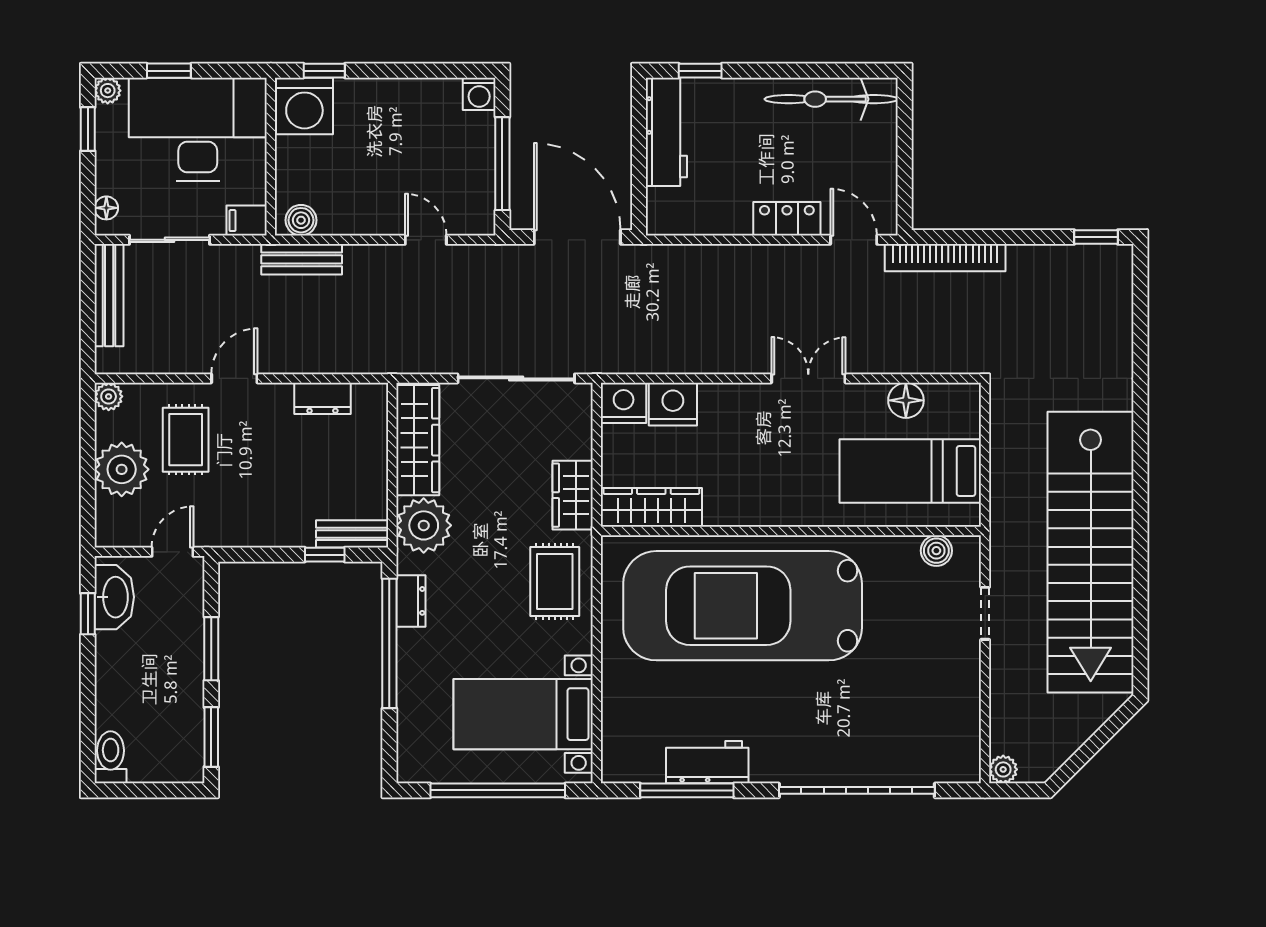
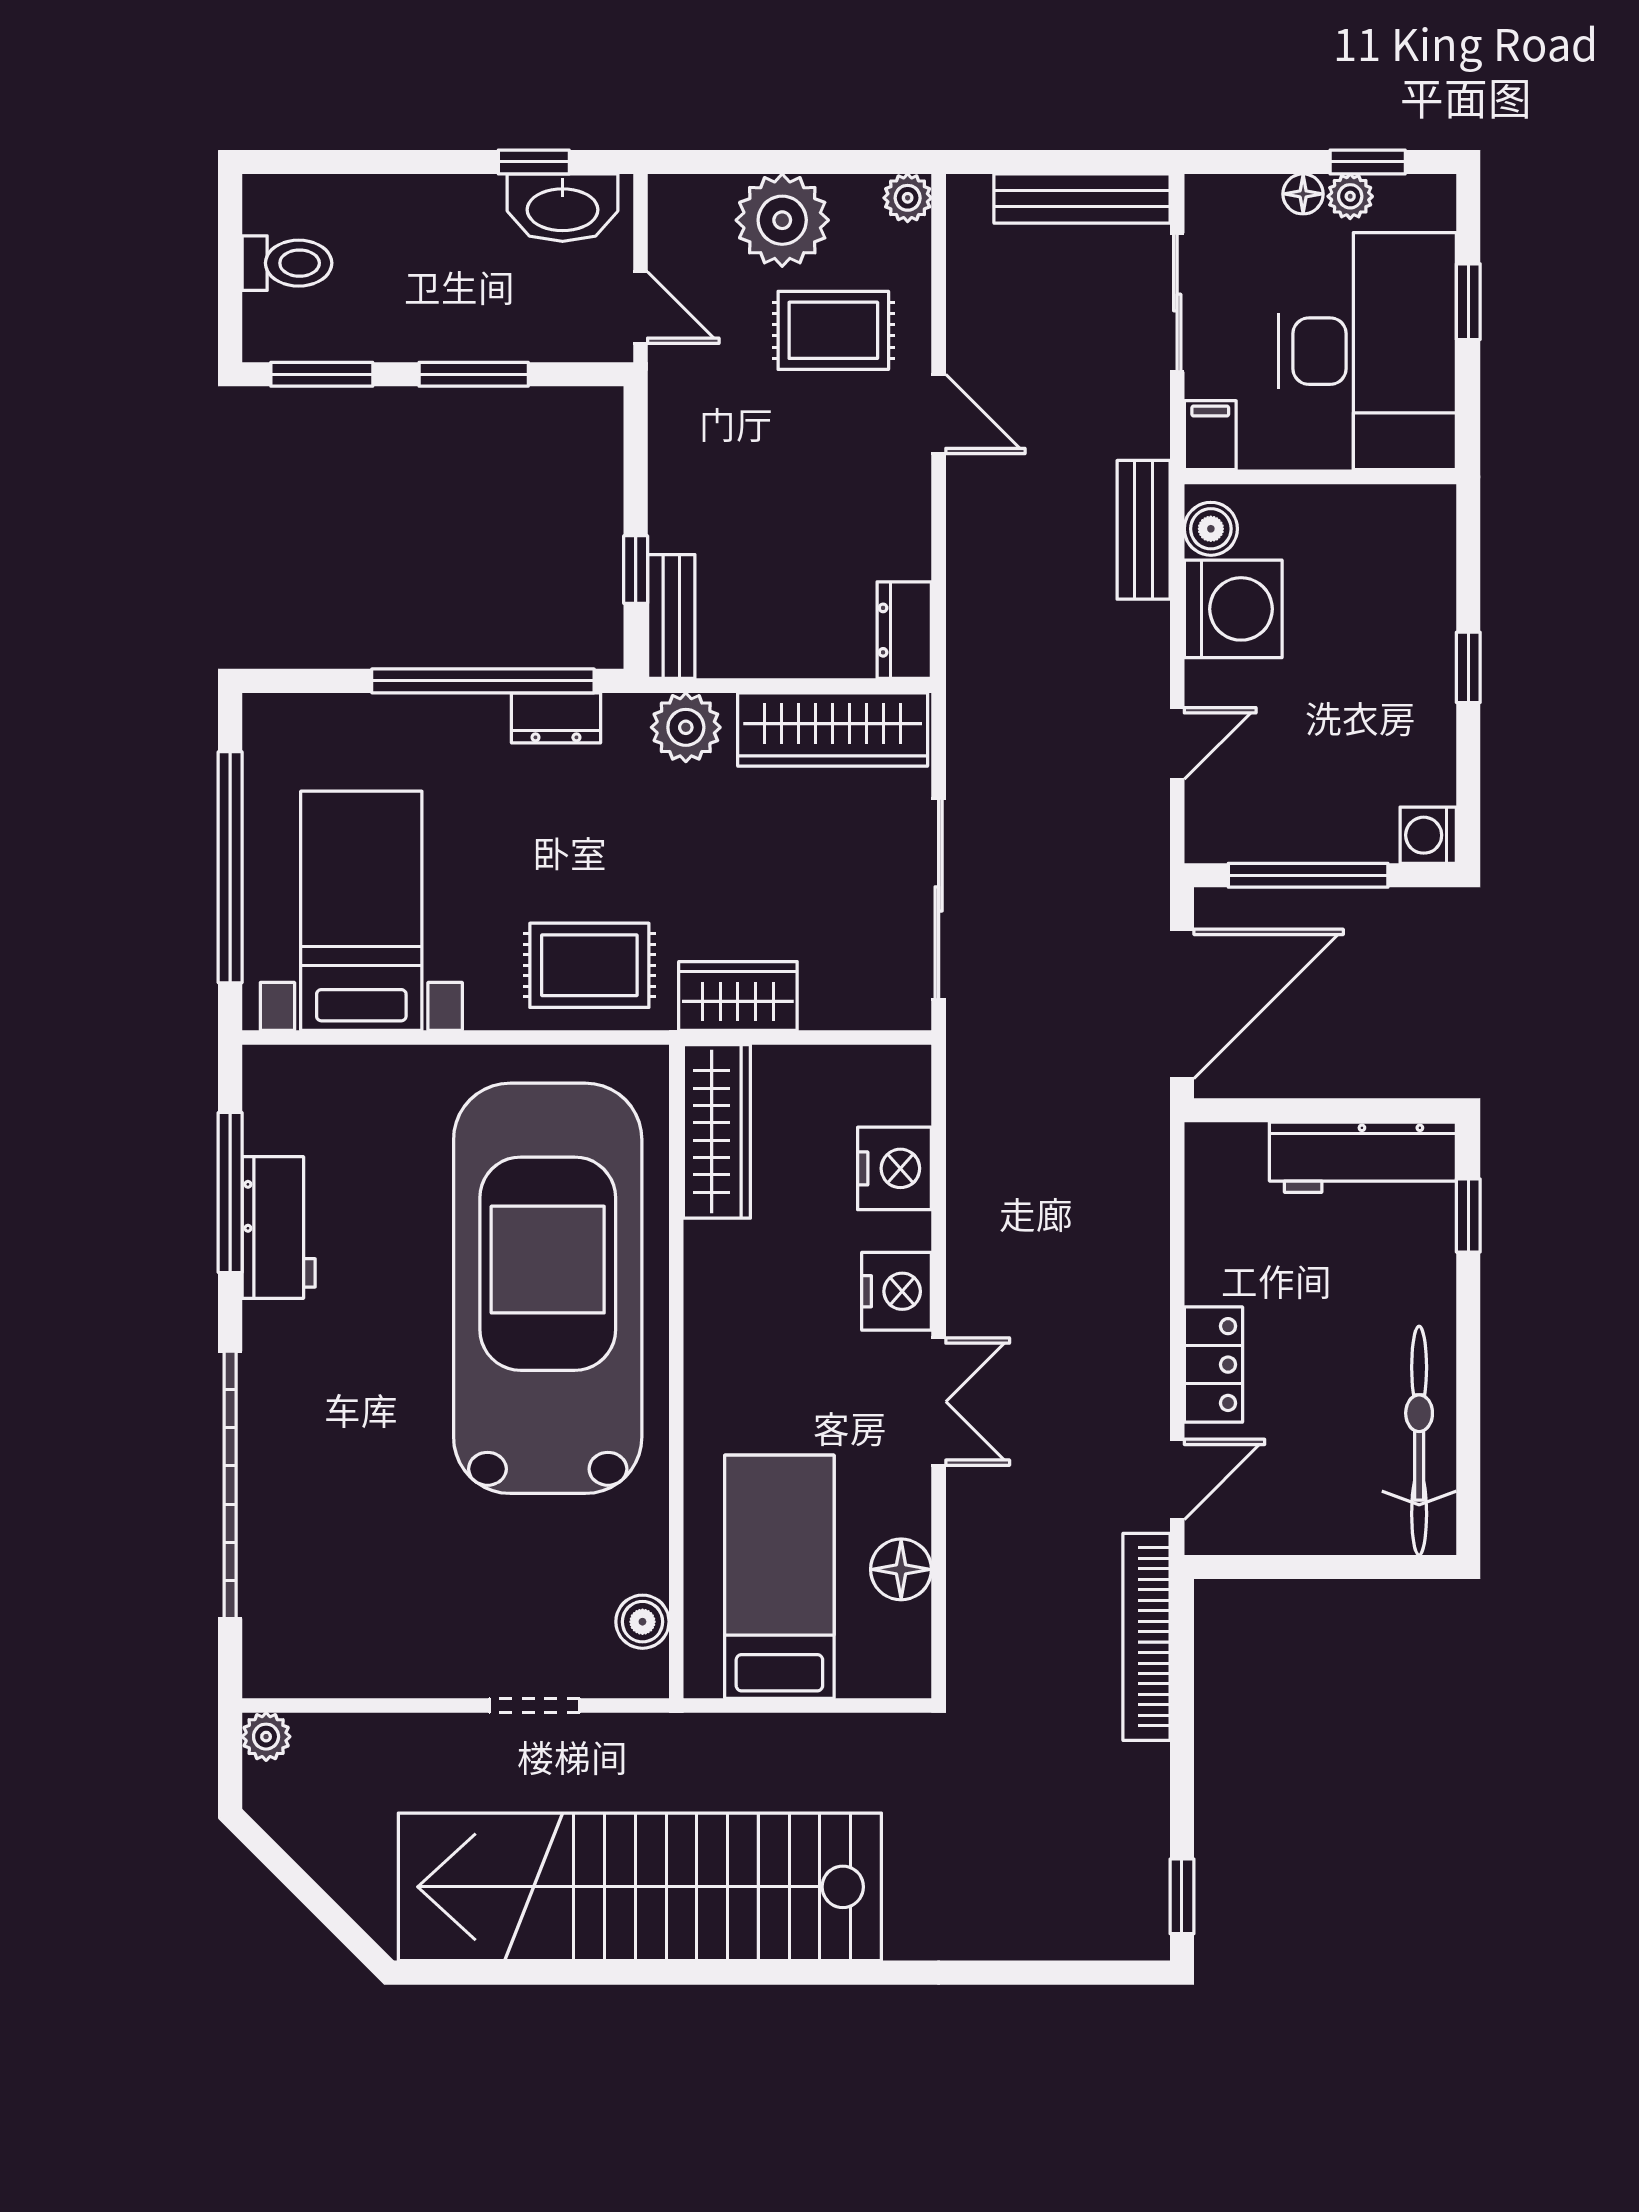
window: (324, 71) -> (1468, 667), moved
plant: (108, 91) -> (1350, 196), moved
washing machine: (304, 106) -> (1233, 609), moved, turned 180
floor lamp: (106, 208) -> (1303, 194), moved
dresser: (322, 398) -> (904, 630), moved
nightstand: (624, 403) -> (897, 1291), moved
plant: (424, 525) -> (686, 727), width x0.73, depth x0.73
toilet: (111, 757) -> (287, 263), moved

